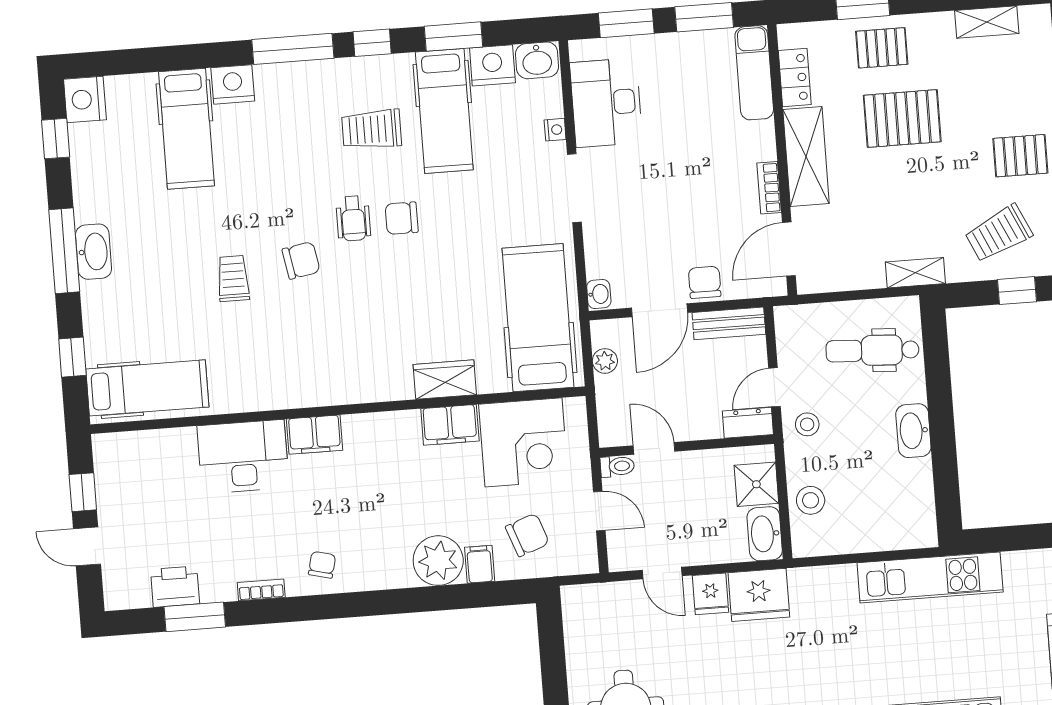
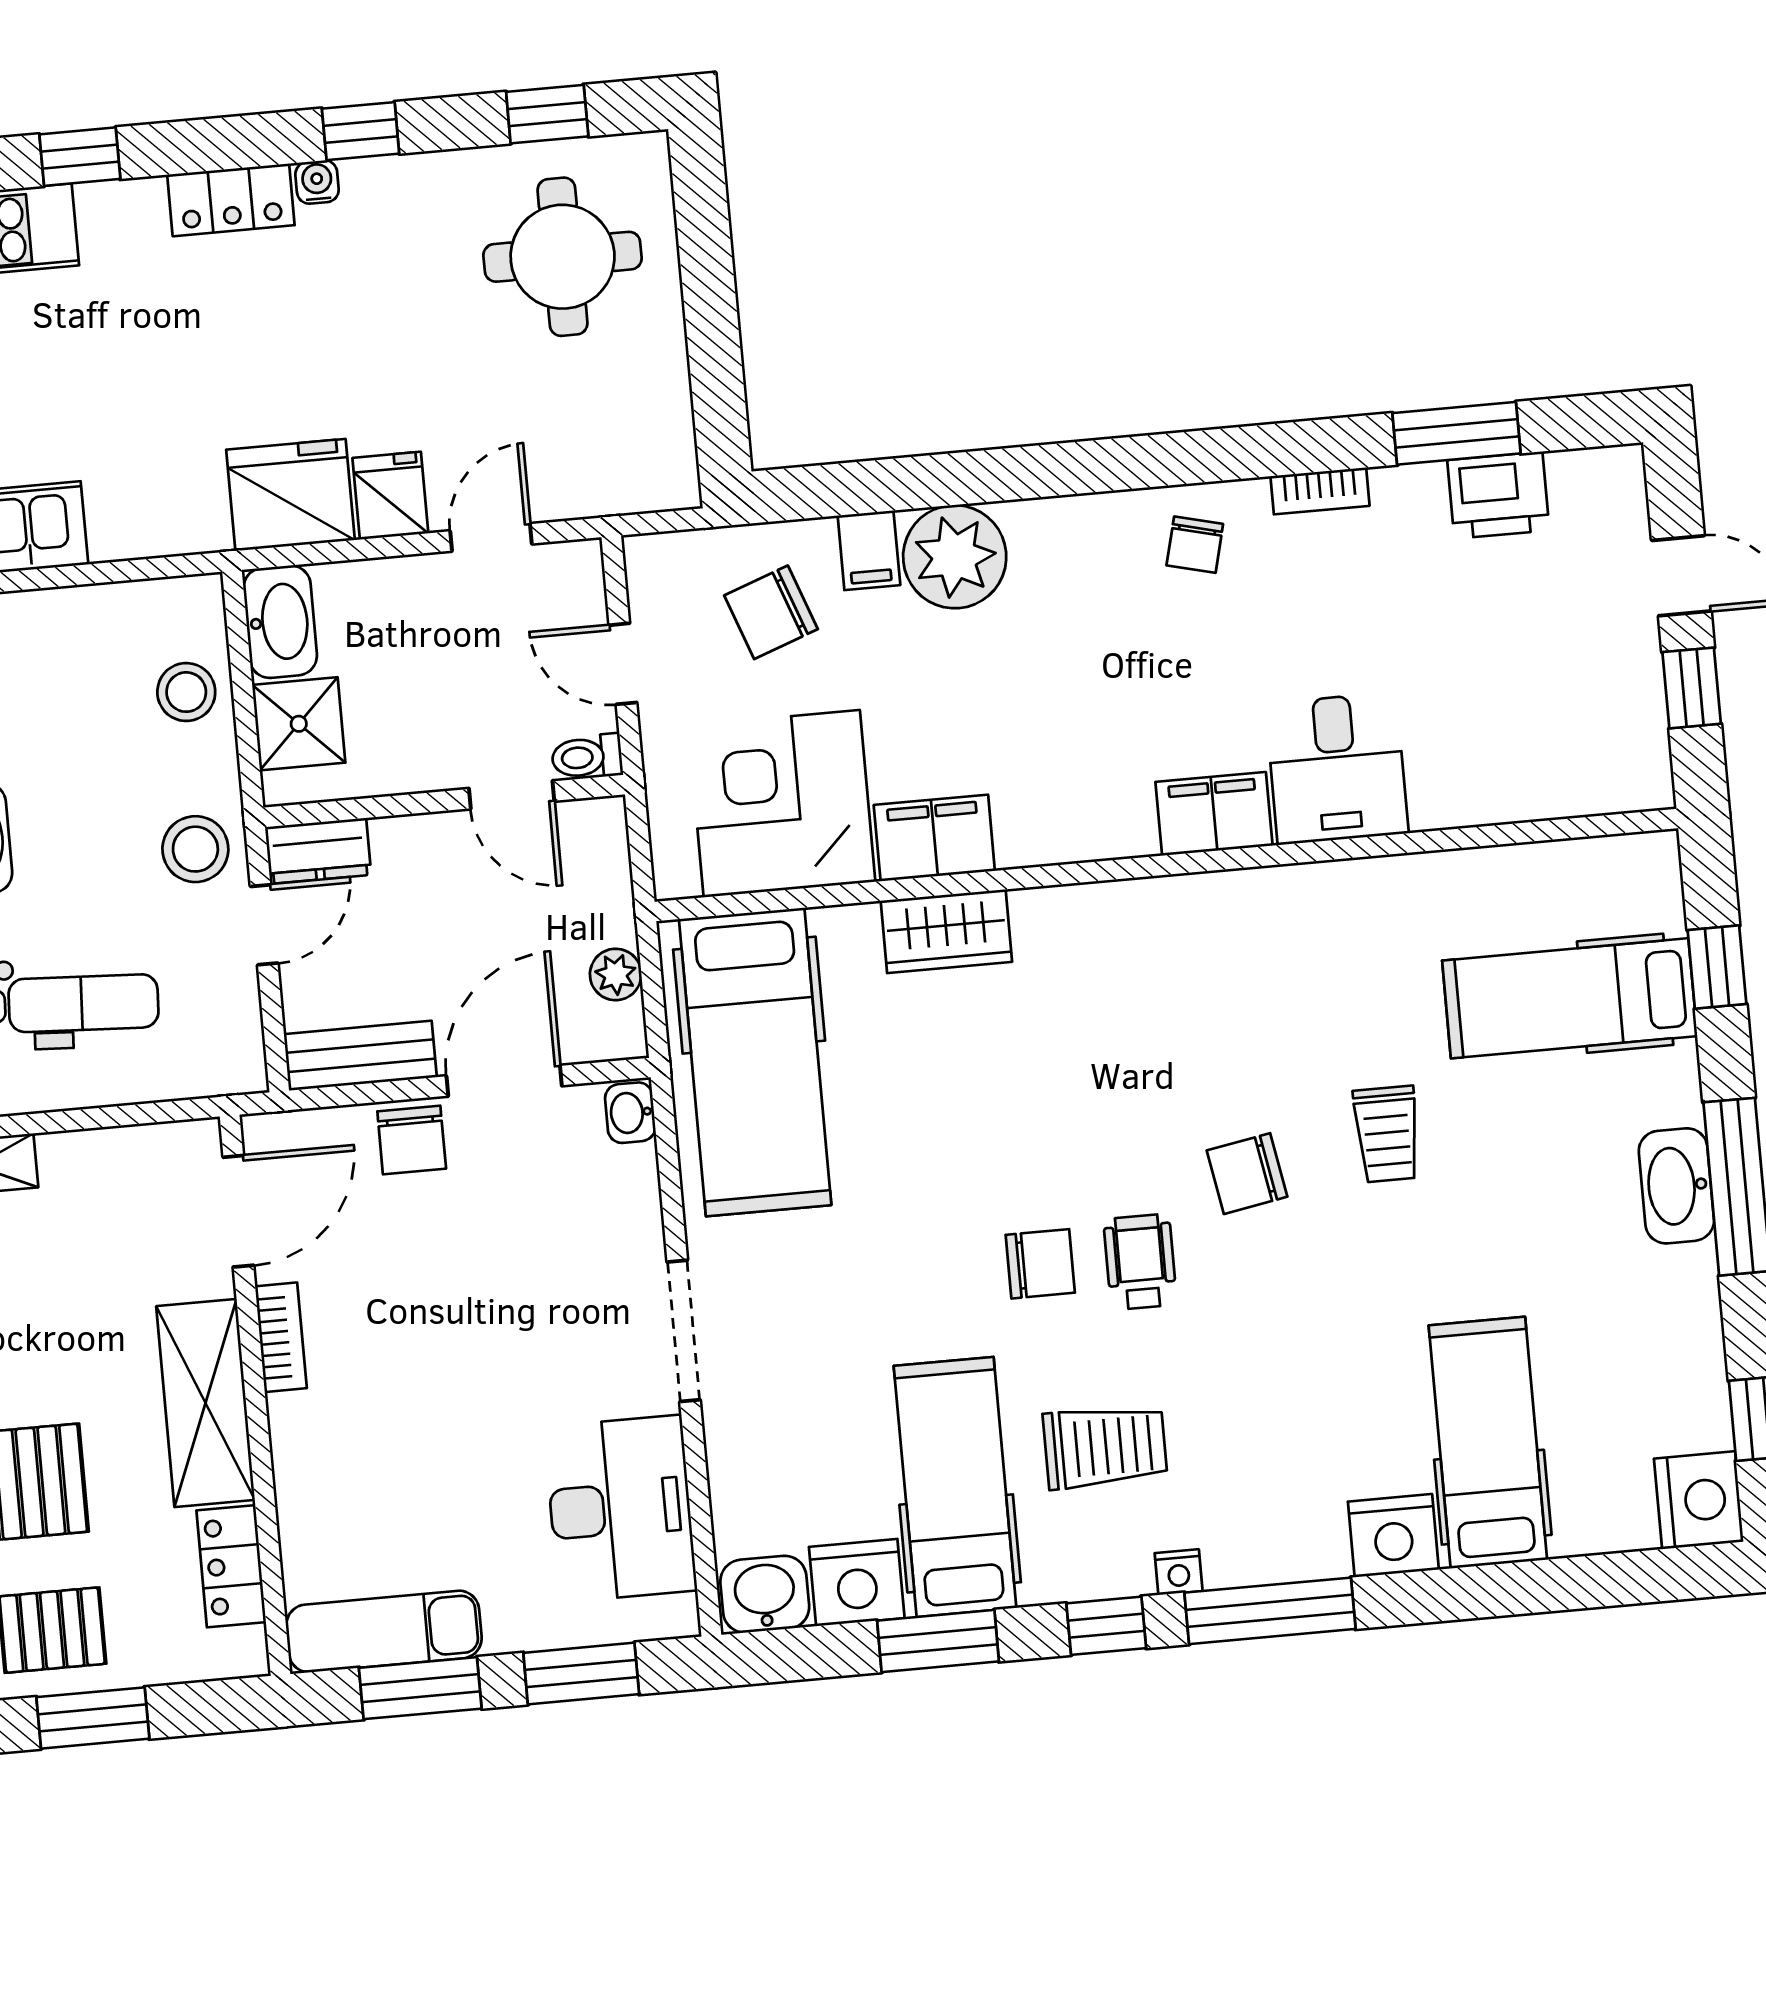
exam couch: (754, 73) -> (384, 1631), moved, turned -90
nightstand: (555, 130) -> (1179, 1572), moved, turned -90
hospital bed: (147, 388) -> (1570, 998), moved
stool: (807, 424) -> (195, 849), width x1.37, depth x1.37
desk: (243, 457) -> (1337, 768), width x0.73
door: (662, 573) -> (491, 537), hinge flipped

